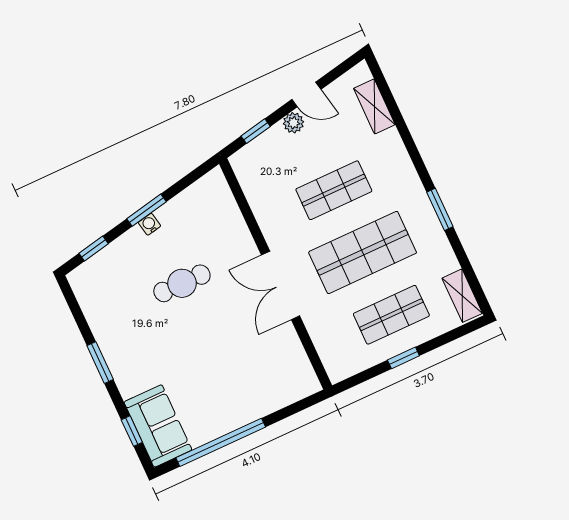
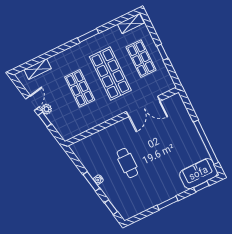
window: (256, 131) -> (45, 120), moved
double door: (281, 285) -> (143, 106), moved

